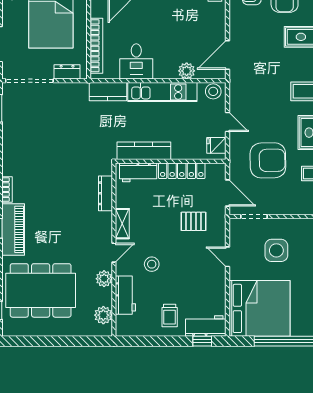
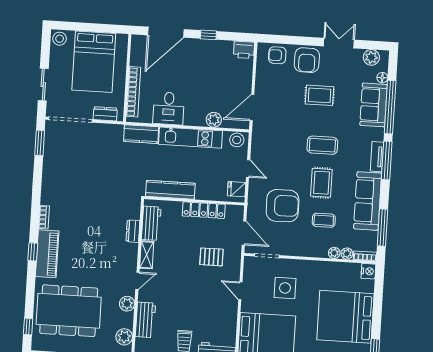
workbench: (138, 172) -> (151, 223), moved, turned -90
dresser: (105, 193) -> (133, 231), width x0.70
stool: (152, 264) -> (171, 293), removed

